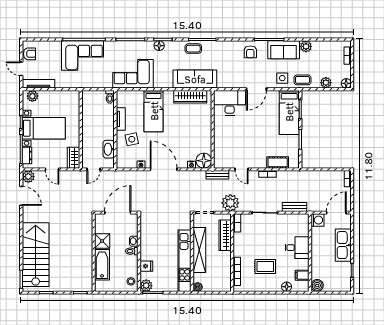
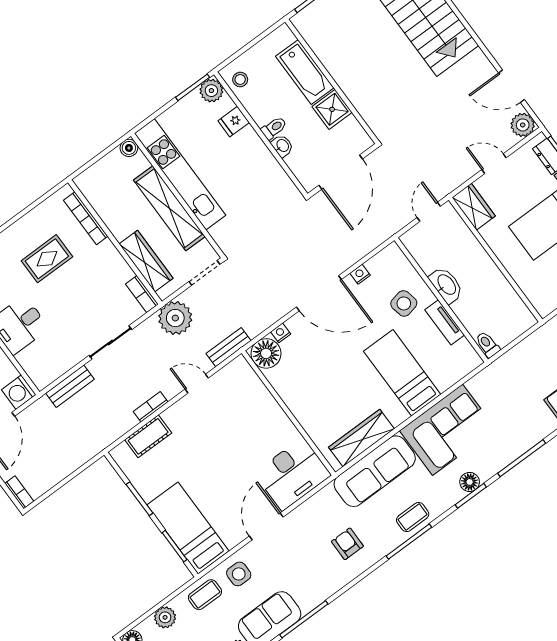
armchair: (250, 52) -> (347, 544), moved
corner sofa: (133, 74) -> (448, 430), moved
washbasin: (109, 149) -> (446, 285), moved

